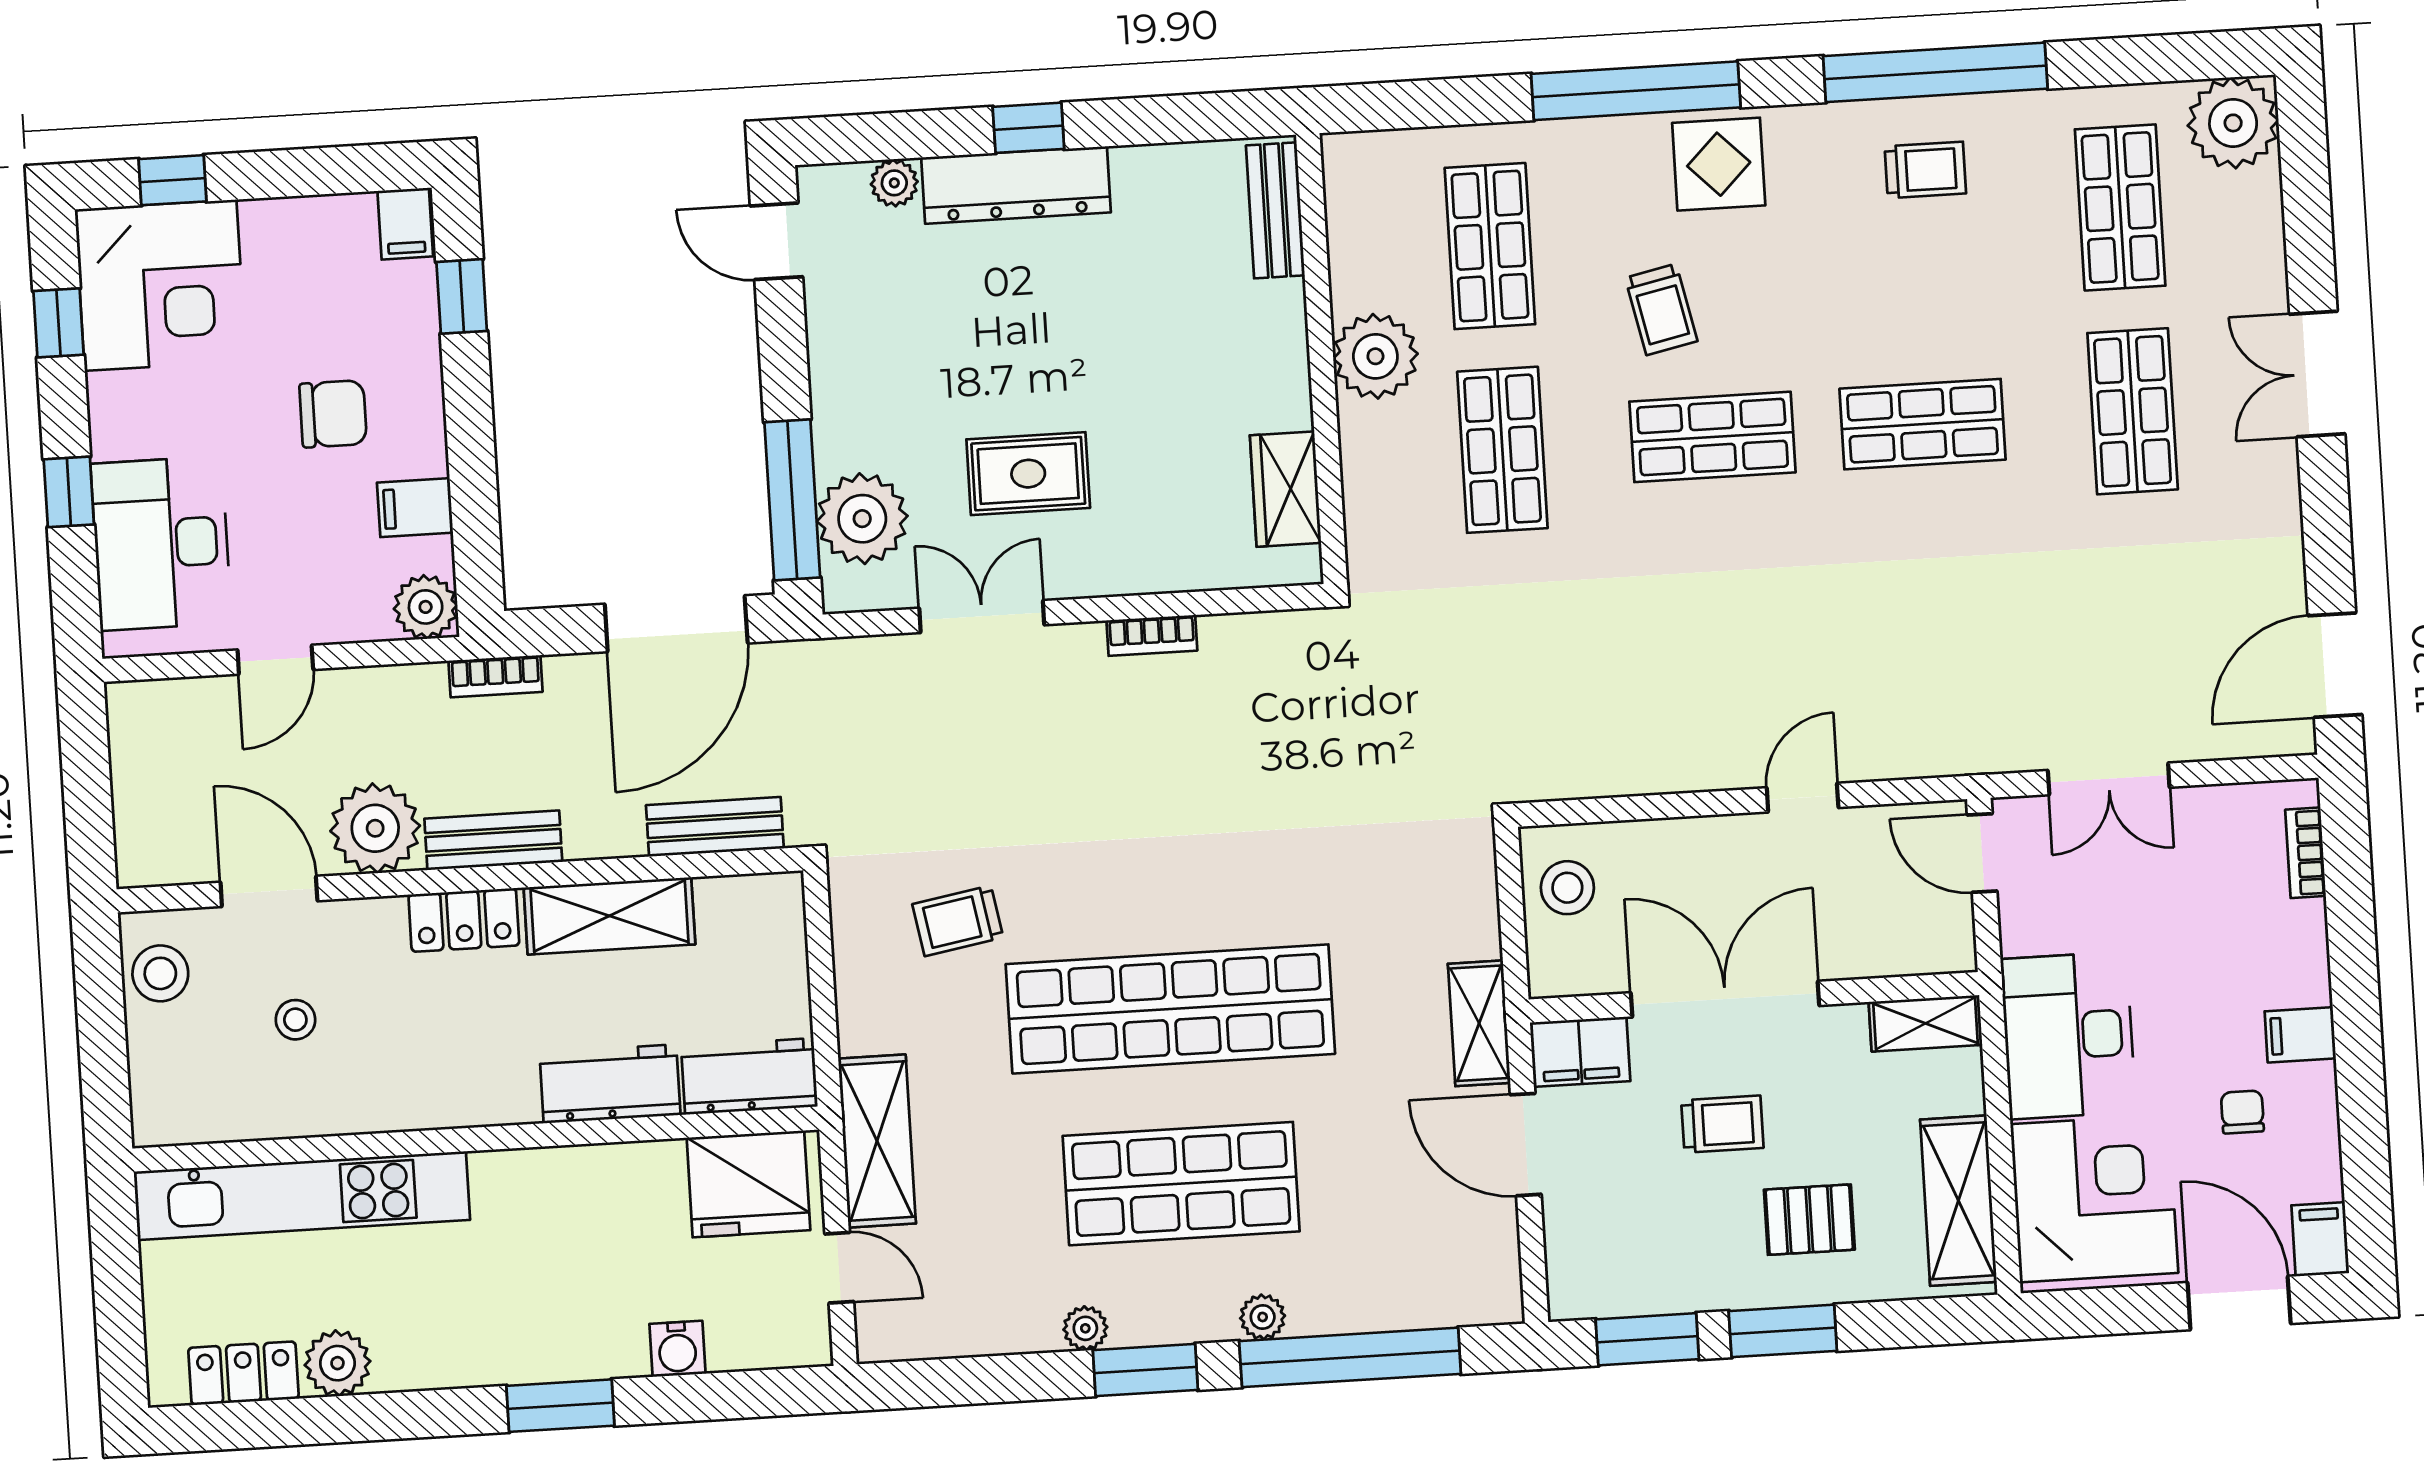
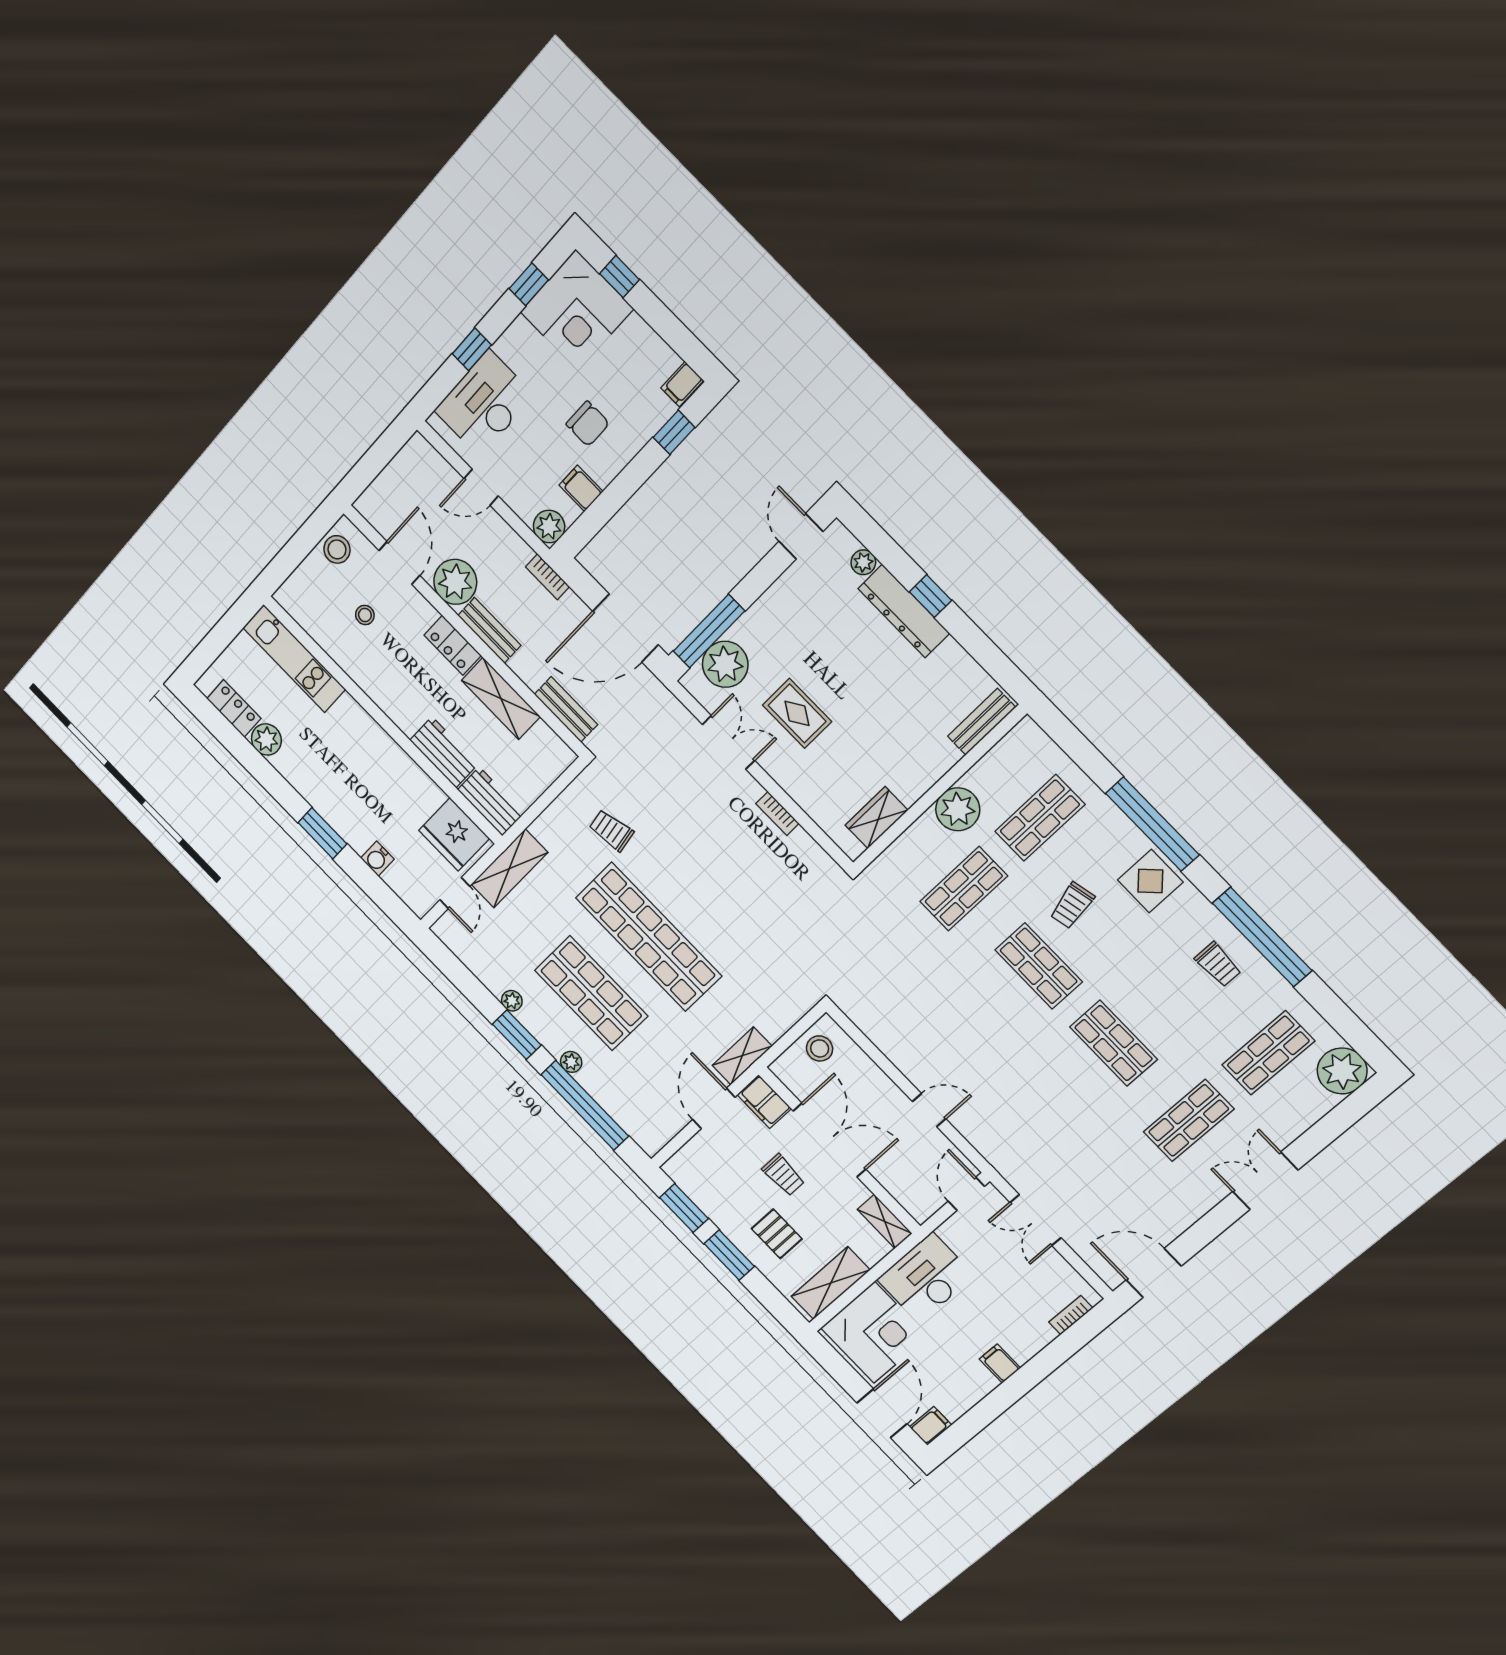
chair: (2242, 1112) -> (953, 1363), removed
kitchen unit: (302, 1196) -> (294, 659), width x0.73

